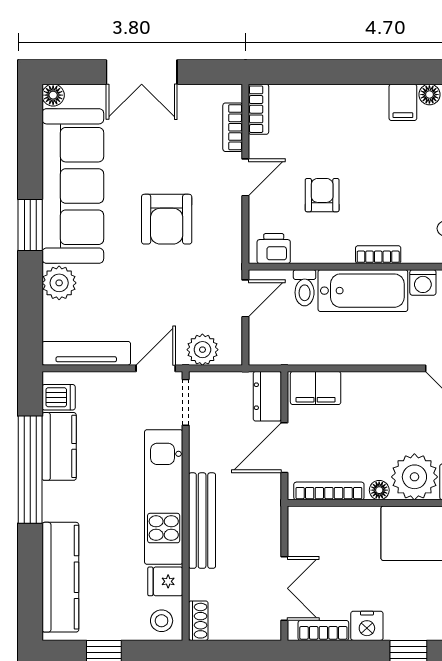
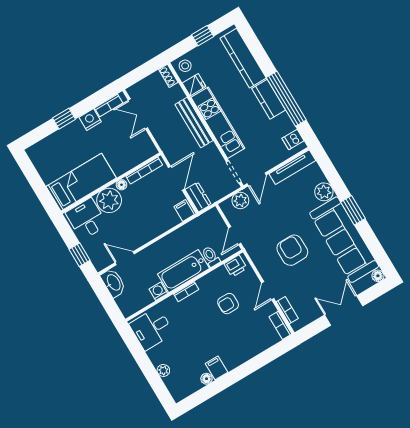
armchair: (322, 195) -> (228, 304), turned 90
filing cabinet: (316, 388) -> (184, 210), width x0.50
kitchen counter: (59, 446) -> (269, 99), moved

